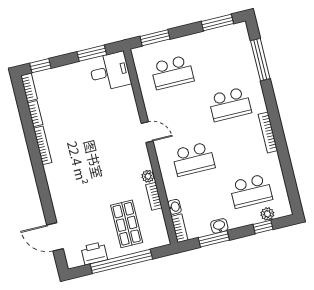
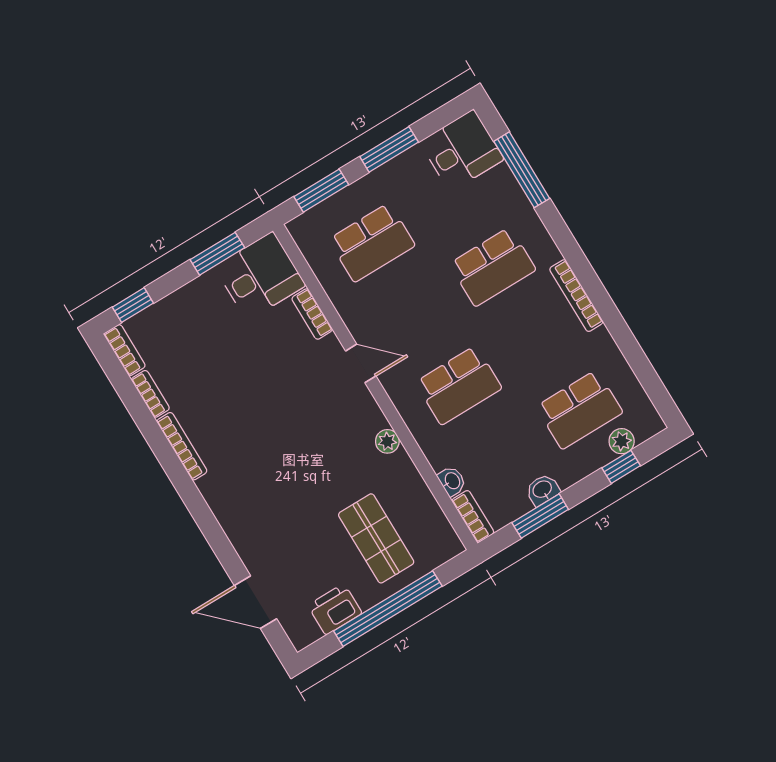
window: (217, 23) -> (389, 149), moved
desk: (233, 40) -> (462, 151), added
bookcase: (154, 196) -> (312, 314), moved

